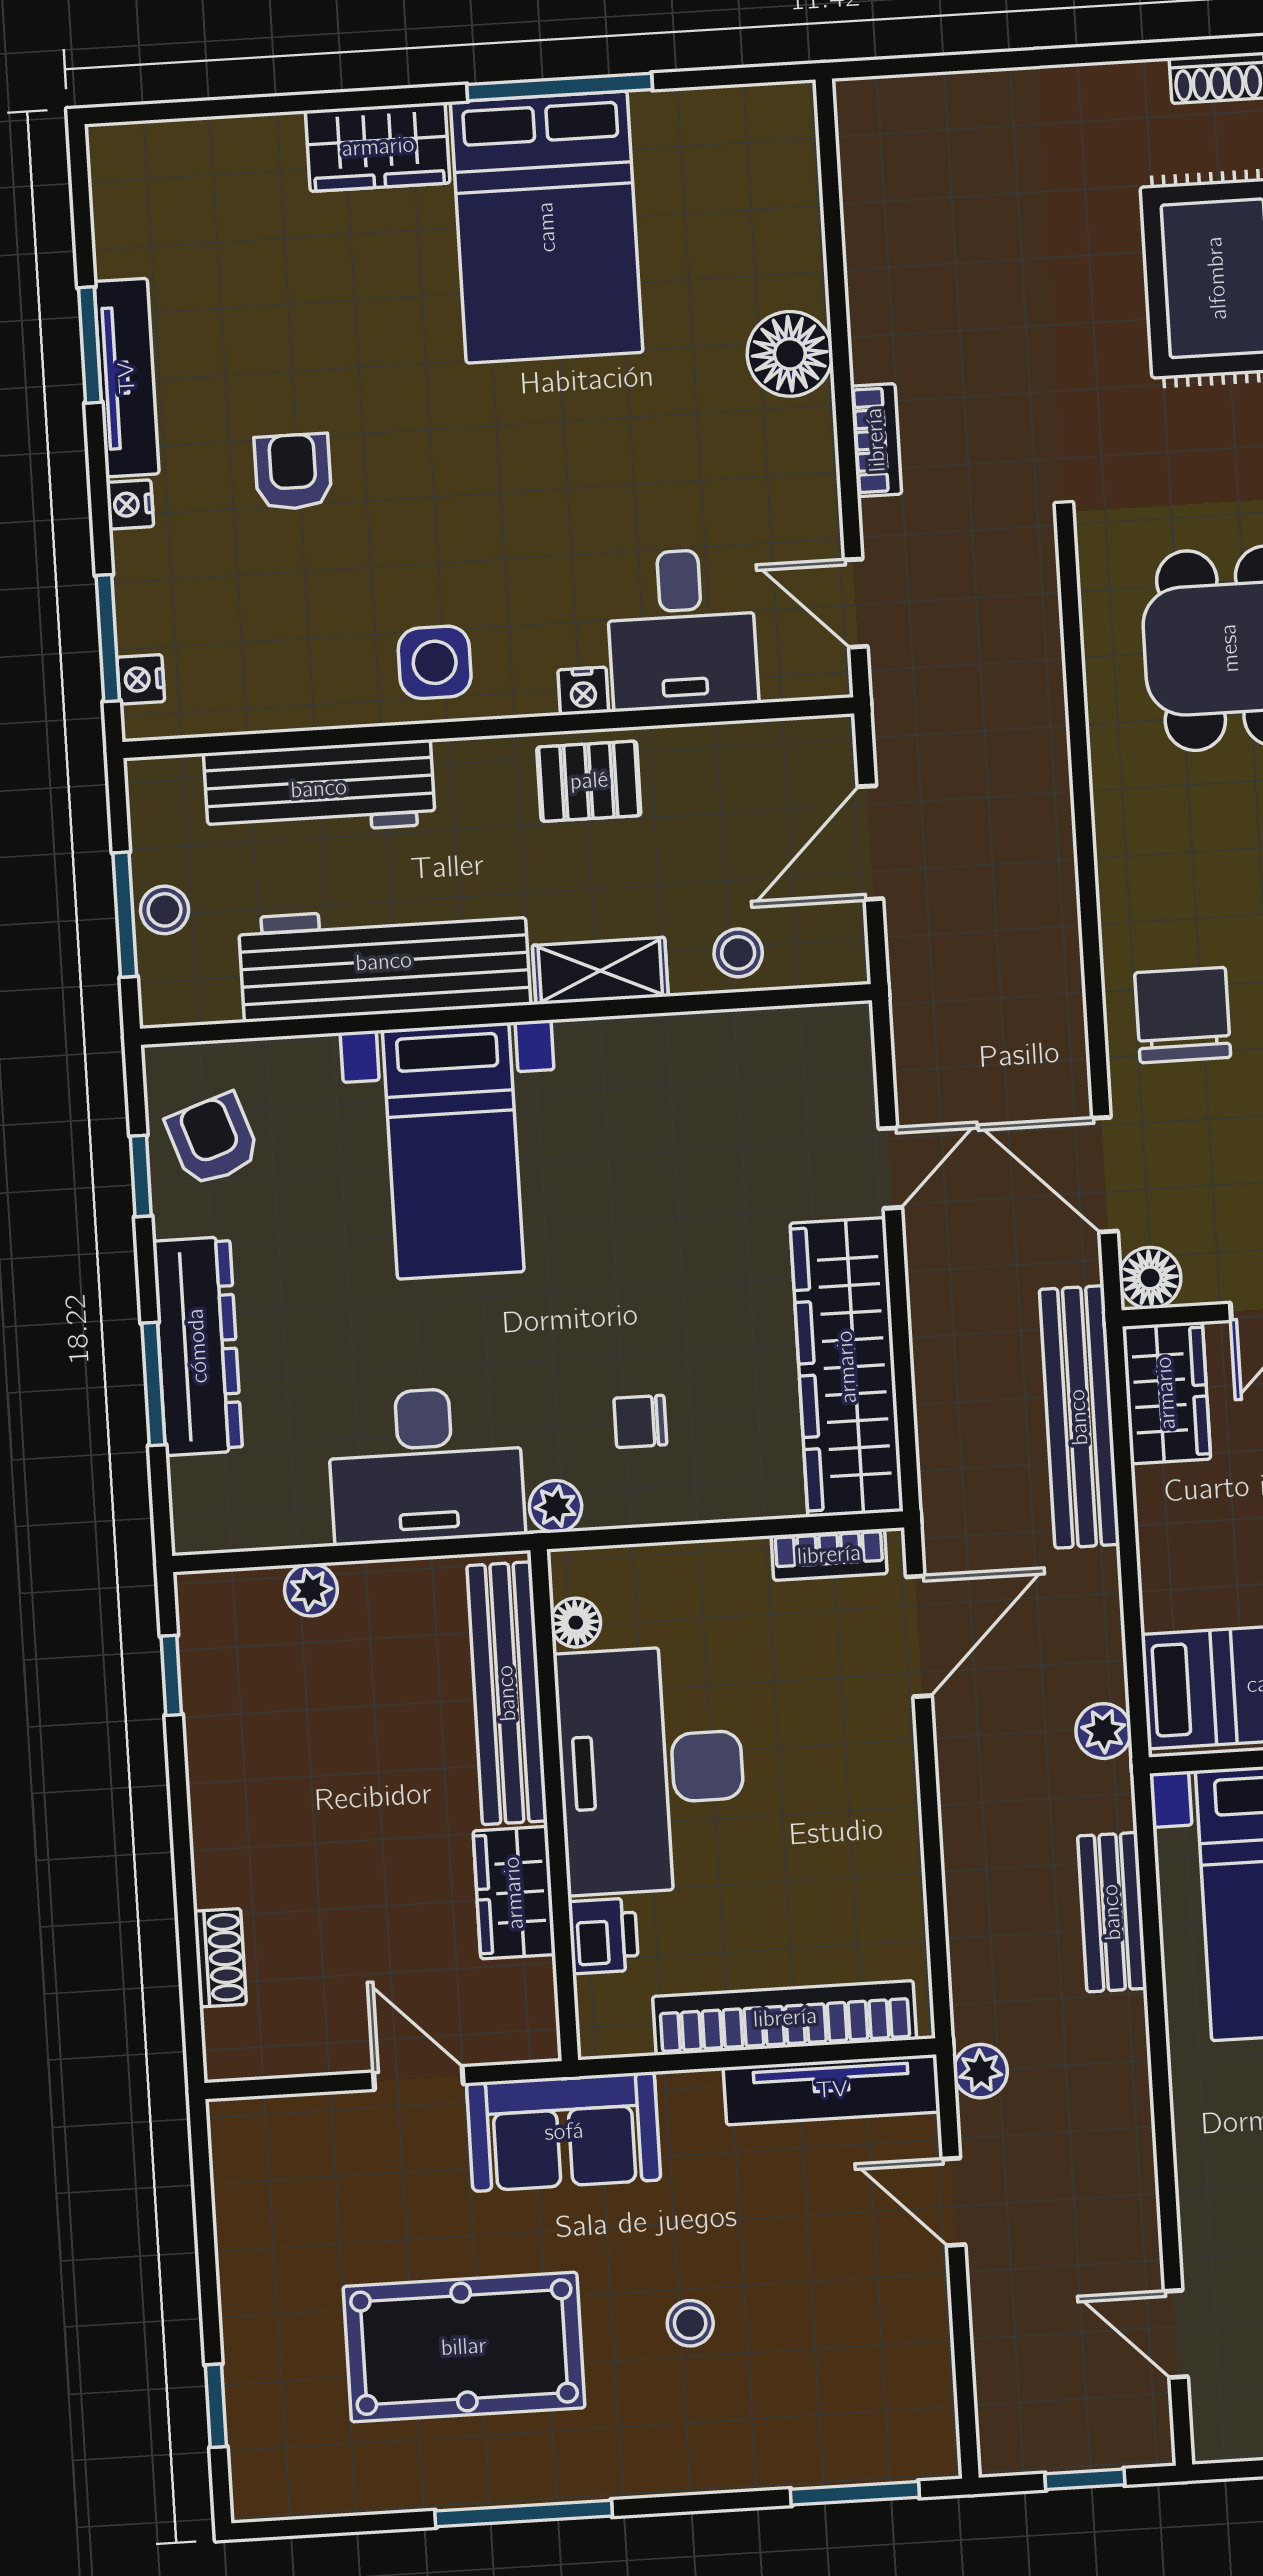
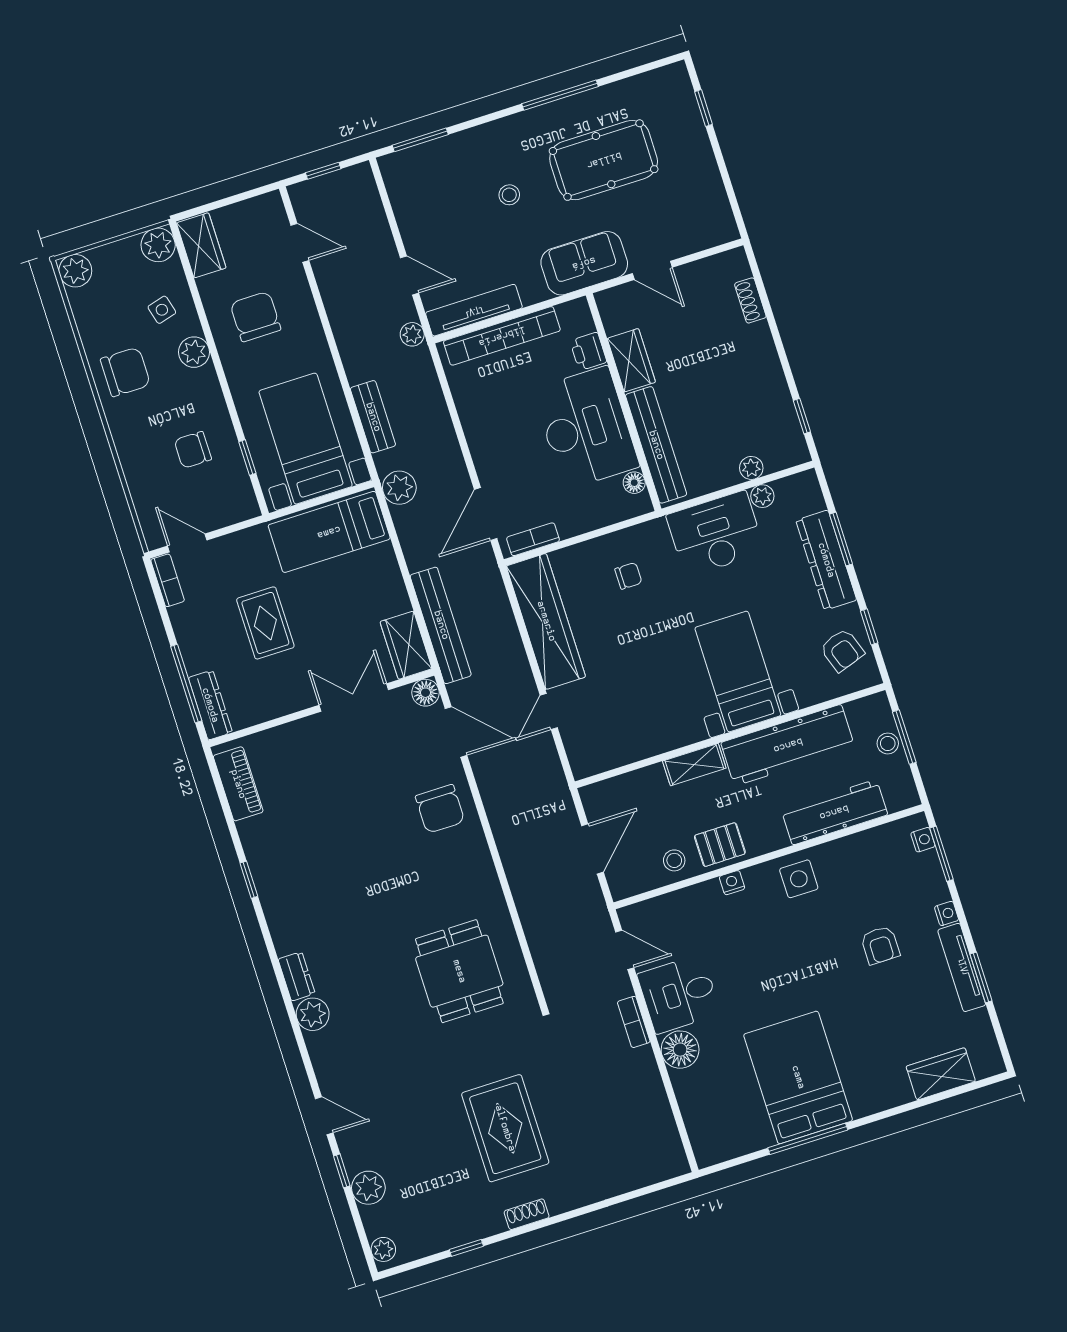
wardrobe: (378, 147) -> (941, 1074), moved
desk: (682, 629) -> (679, 994), moved, turned -90
stool: (738, 953) -> (674, 860), moved
plant: (556, 1506) -> (762, 496), moved
plant: (1103, 1731) -> (399, 488), width x1.38, depth x1.38

